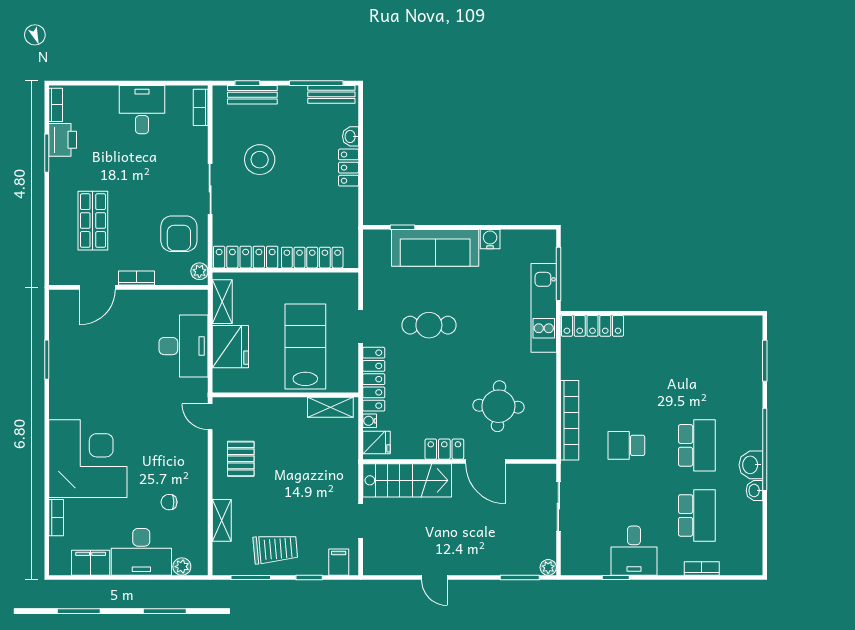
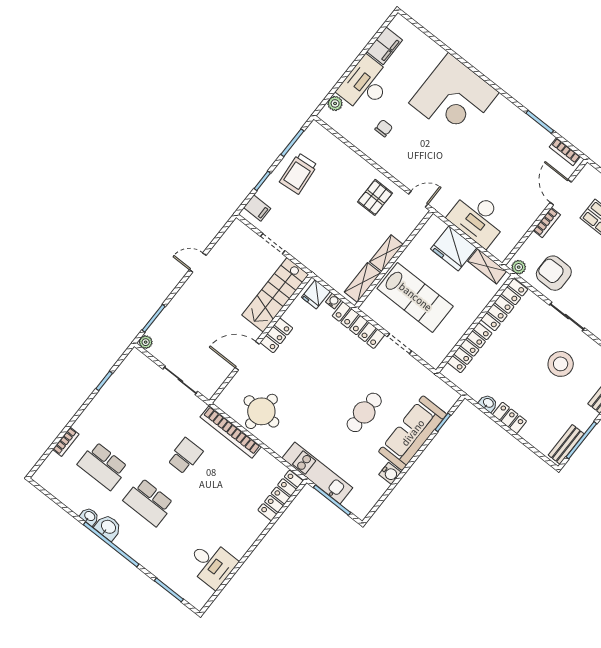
washbasin: (351, 136) -> (488, 403), moved
cafe table: (429, 325) -> (364, 412), moved
round table: (498, 406) -> (261, 411), moved
pallet: (241, 459) -> (375, 197), turned 90
bookcase: (56, 518) -> (565, 152), moved
shelving: (222, 520) -> (386, 253), moved, turned 90
desk: (634, 551) -> (212, 564), moved, turned 180

